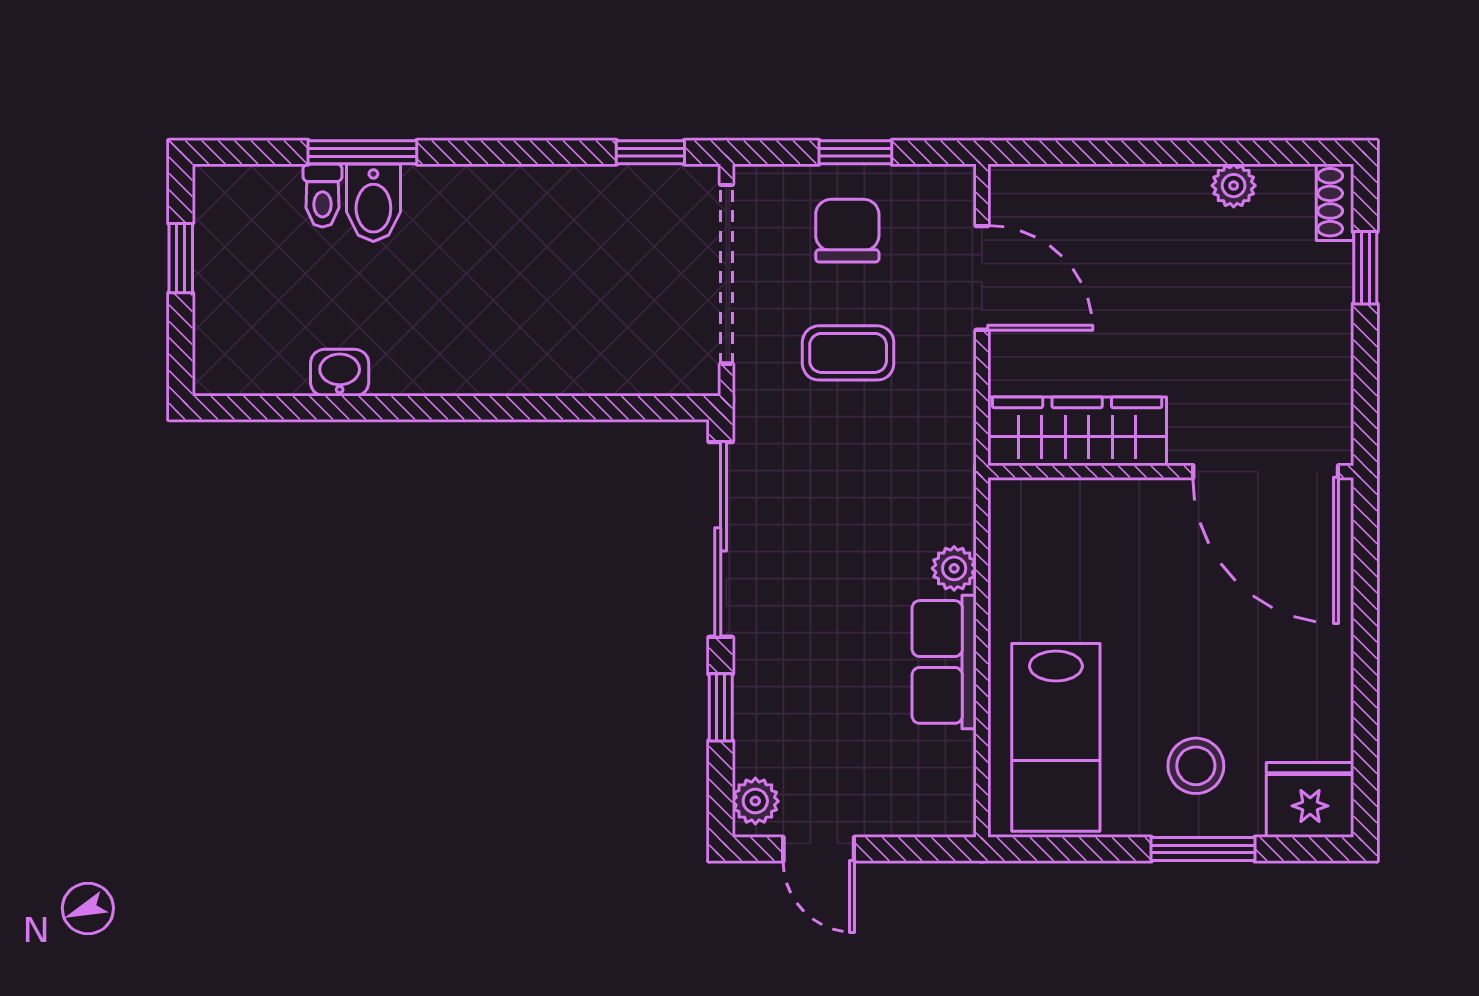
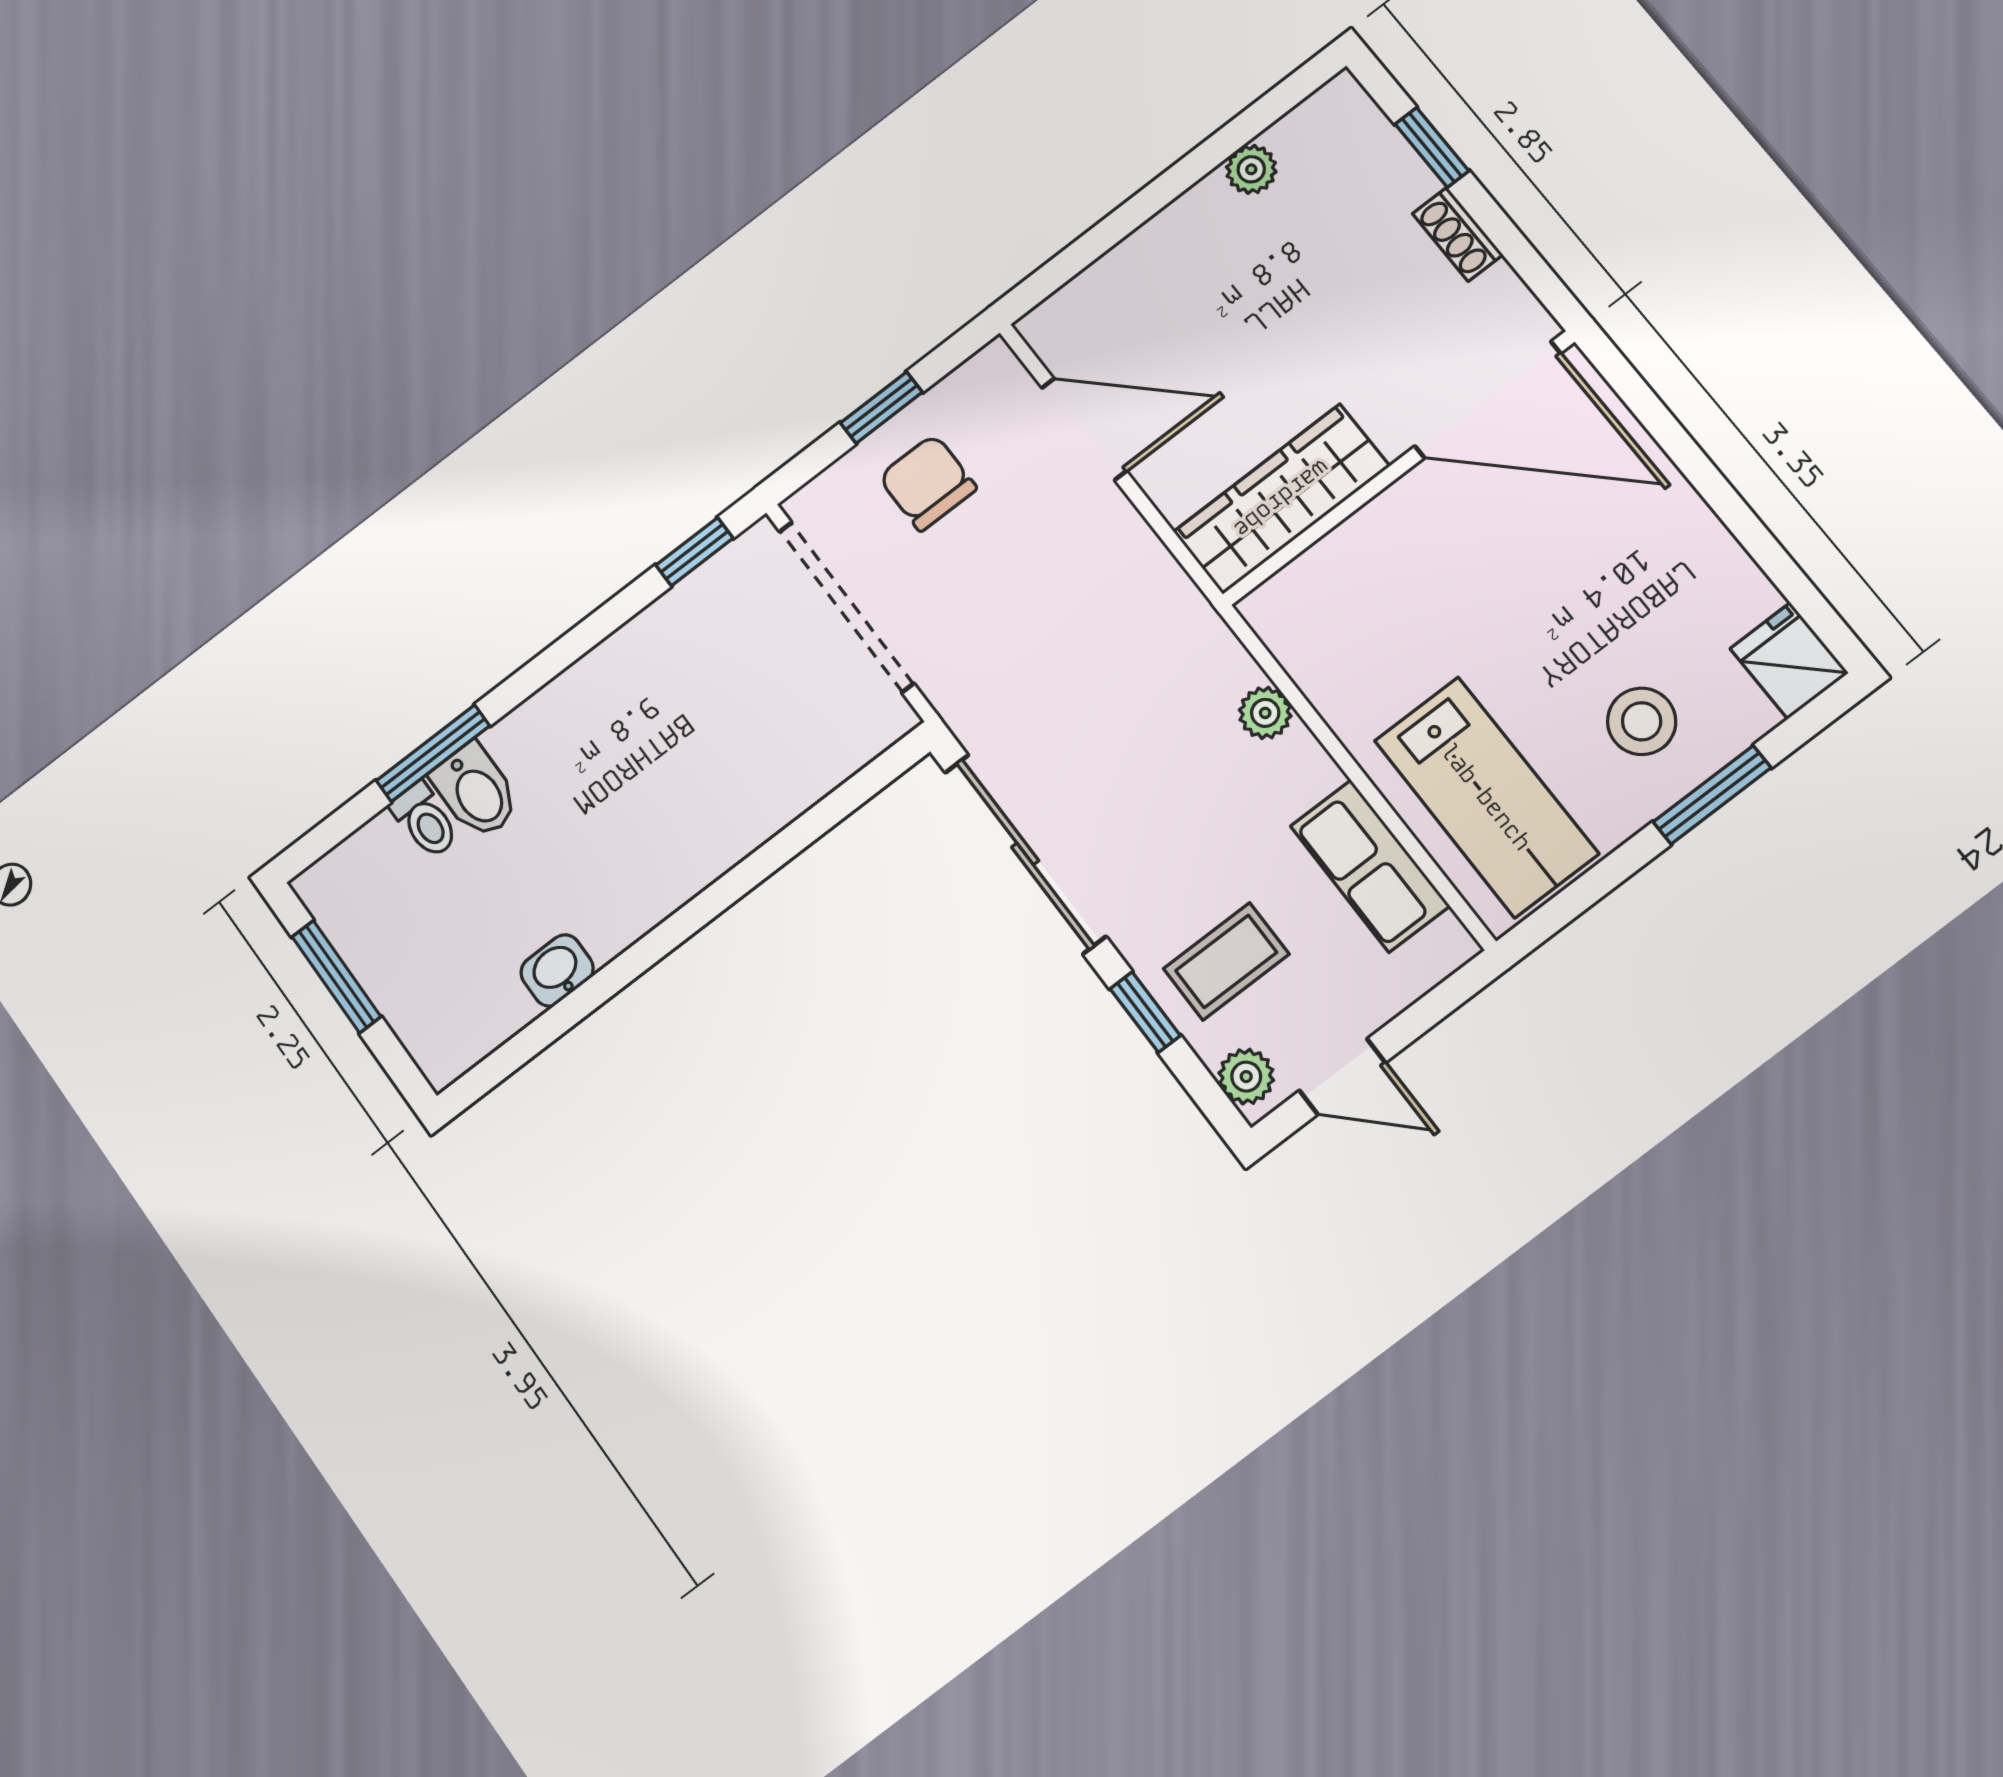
shoe rack: (1335, 202) -> (1458, 234), moved
window: (181, 258) -> (336, 977), width x1.50
coffee table: (848, 353) -> (1226, 961), moved
row of seats: (944, 662) -> (1370, 866), moved
fridge: (1310, 800) -> (1789, 661), width x0.72

